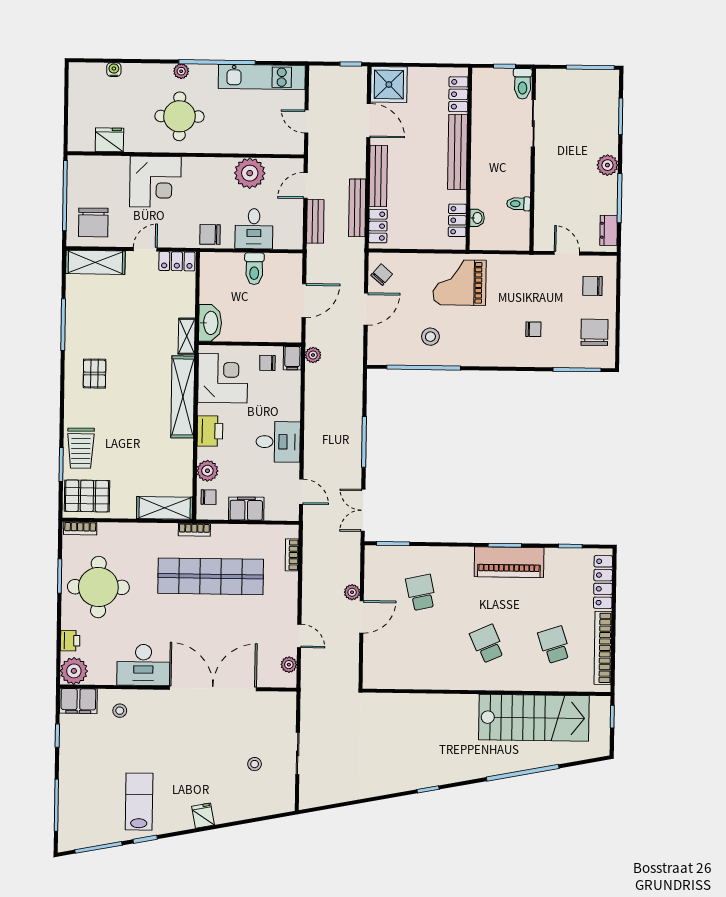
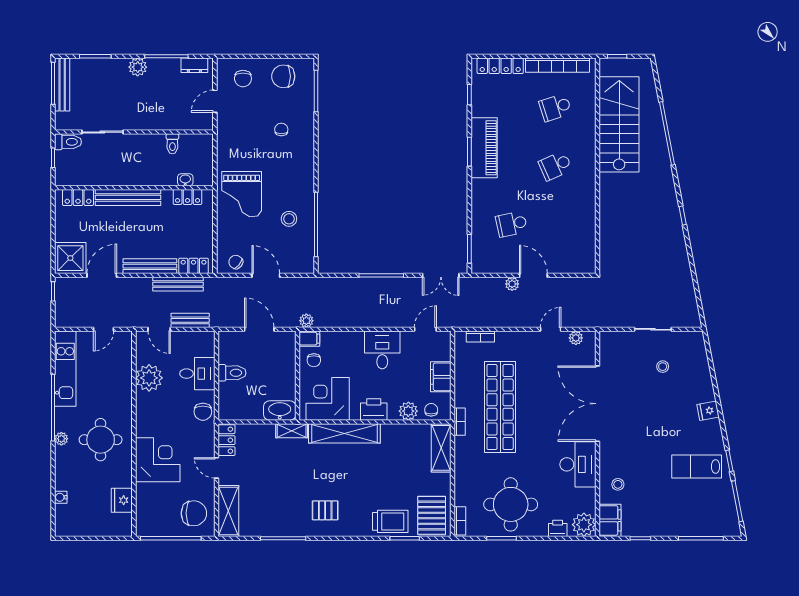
bench: (589, 78) -> (62, 84), added

